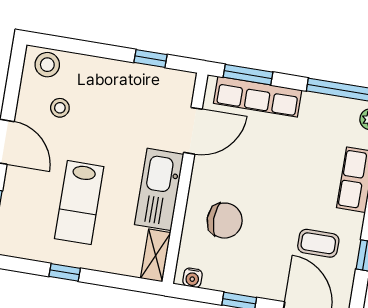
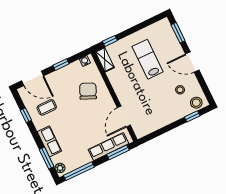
window: (151, 58) -> (192, 116), moved
kitchen sink: (159, 189) -> (121, 85), removed
chair: (225, 221) -> (88, 91), turned 114
window: (65, 272) -> (110, 41), moved

